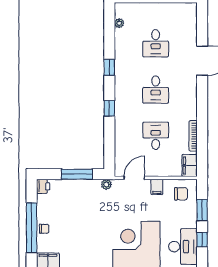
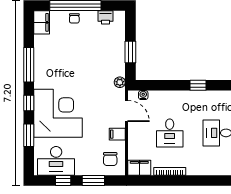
desk: (156, 136) -> (170, 133), turned 90
water cooler: (119, 162) -> (143, 95), added
window: (77, 174) -> (130, 52), width x0.69
printer: (43, 186) -> (105, 17), moved

